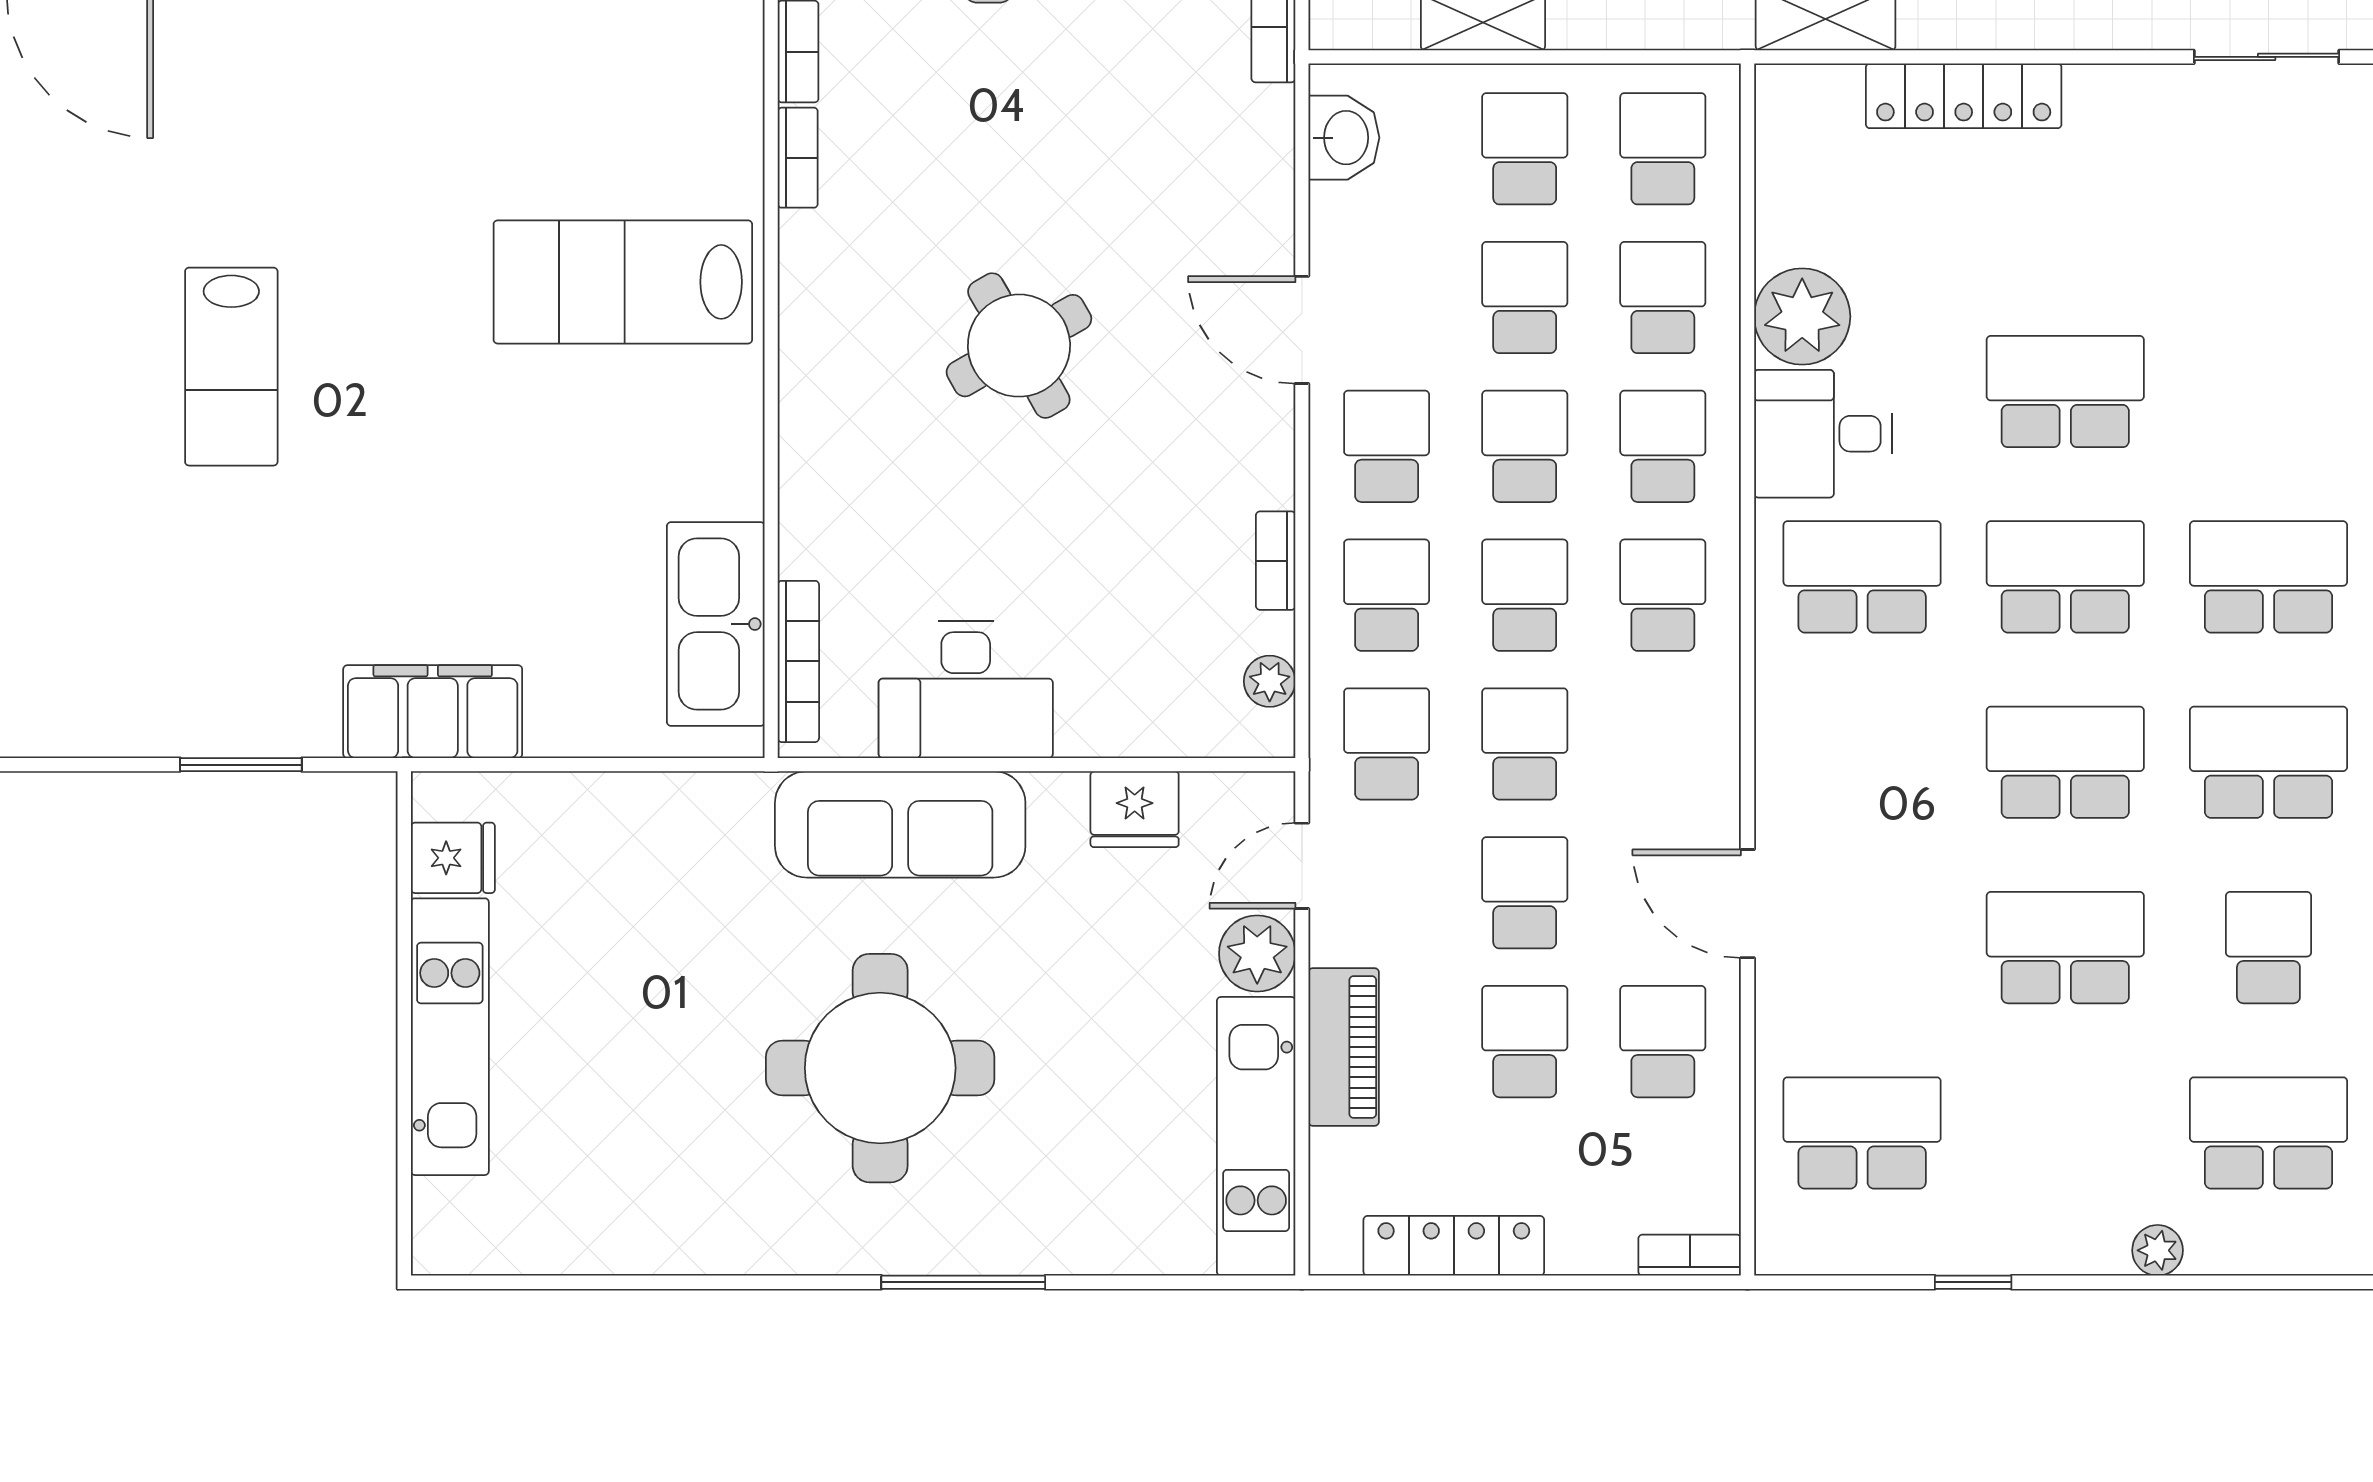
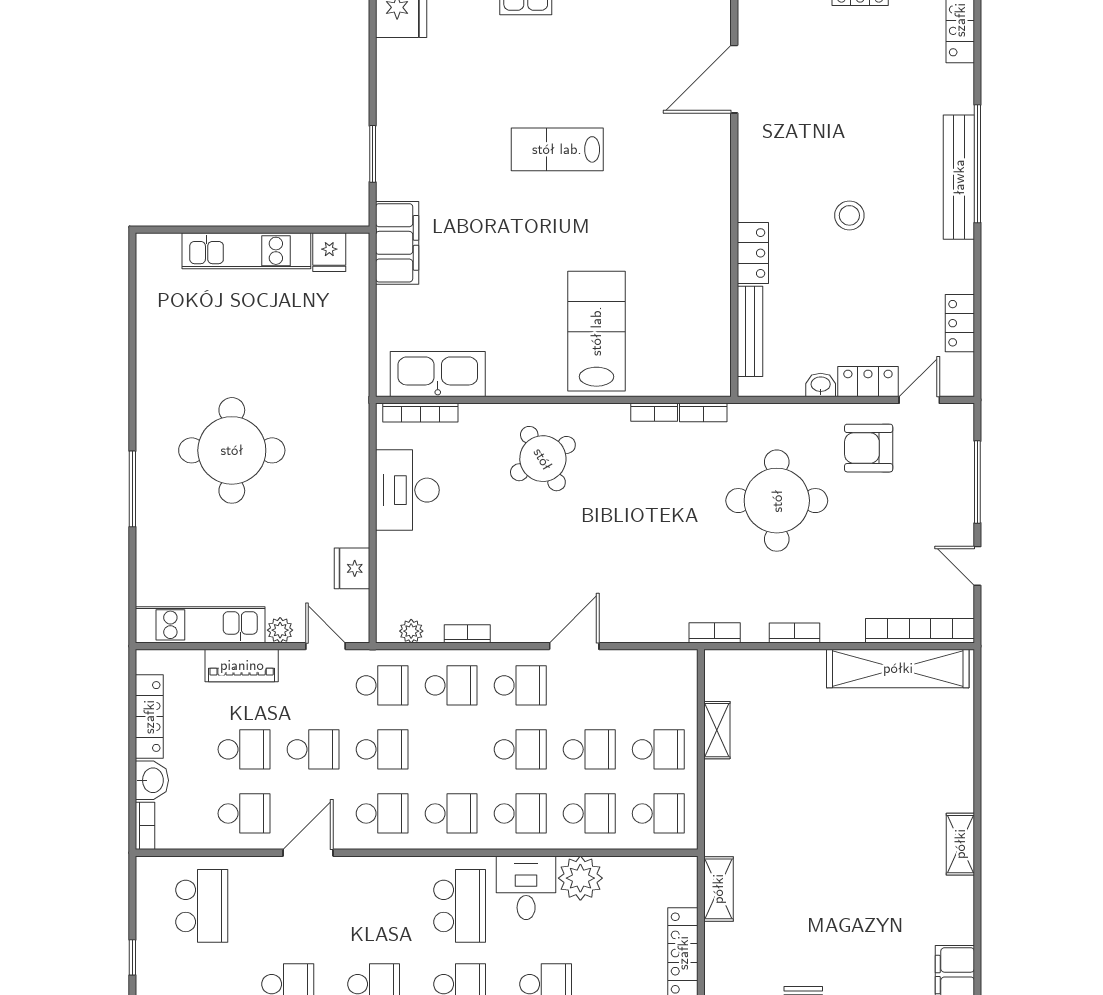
washbasin: (1344, 138) -> (152, 780), moved, turned -90
round table: (1019, 346) -> (543, 459), moved
school desk: (1525, 595) -> (382, 813), moved
sofa: (900, 824) -> (345, 460), removed
plant: (1257, 954) -> (280, 630), width x0.73, depth x0.73

